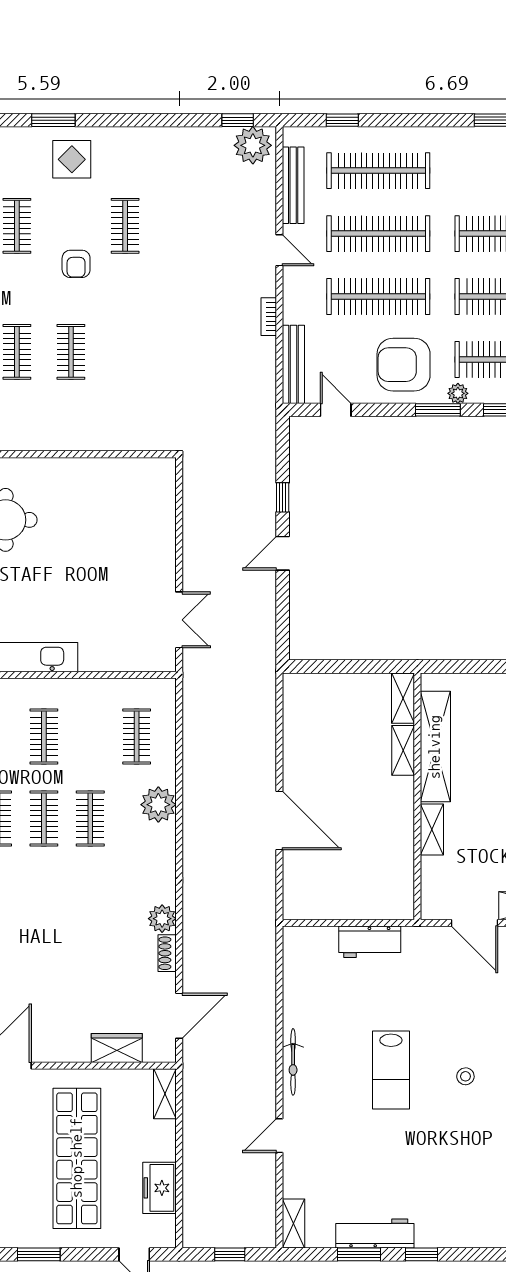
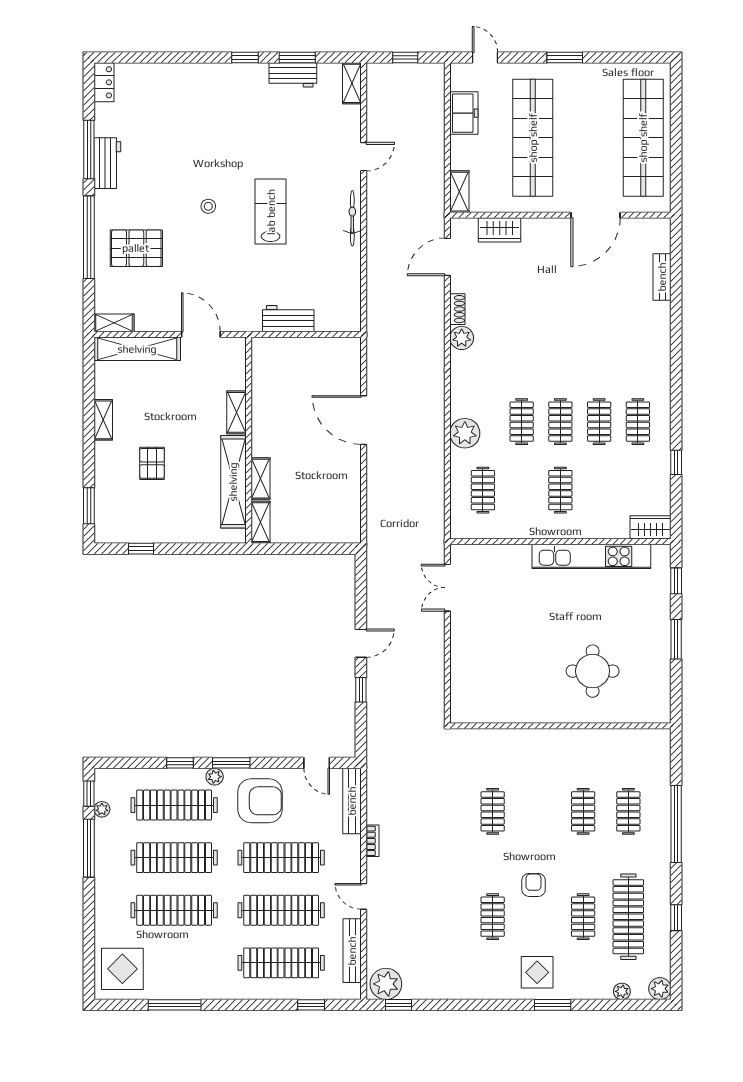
clothes rail: (71, 352) -> (493, 811), moved
workbench: (375, 1233) -> (293, 75), width x0.73

